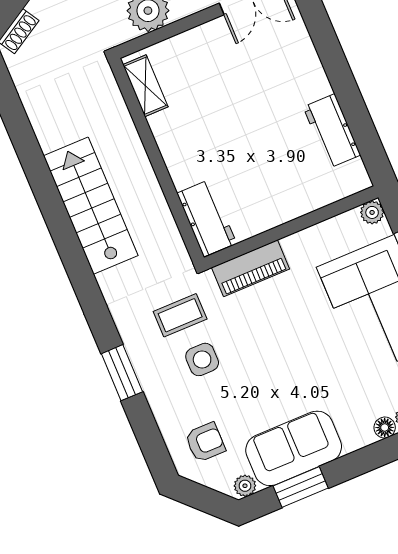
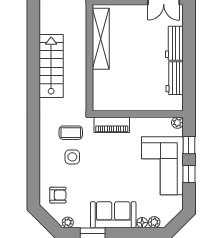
shelving: (145, 86) -> (101, 39), width x2.20, depth x1.33
workbench: (207, 218) -> (174, 43), moved, turned 180
window: (122, 373) -> (33, 148), removed
sofa: (294, 448) -> (113, 215), moved

